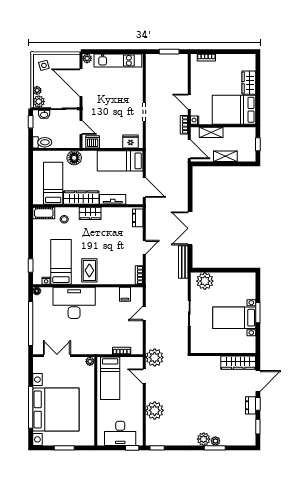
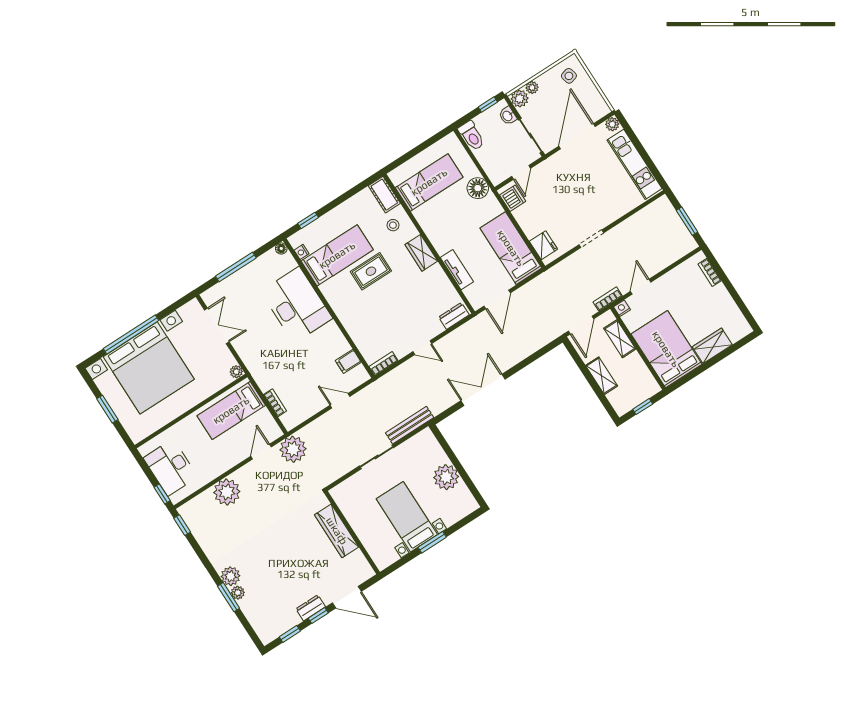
wardrobe: (81, 198) -> (434, 229), removed
bench: (183, 262) -> (410, 425), moved
rug: (89, 270) -> (371, 271), moved
plant: (205, 281) -> (446, 477), moved
window: (31, 323) -> (236, 267), width x0.68
wardrobe: (238, 363) -> (337, 531), moved

